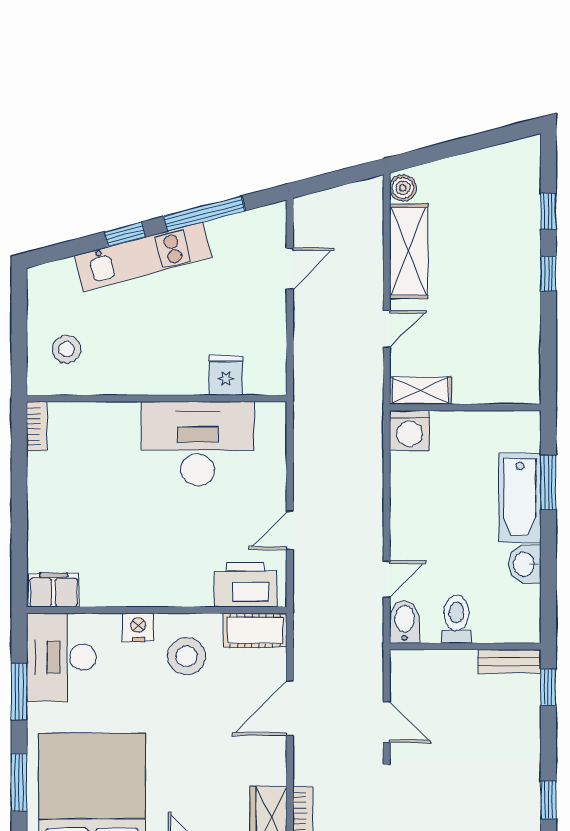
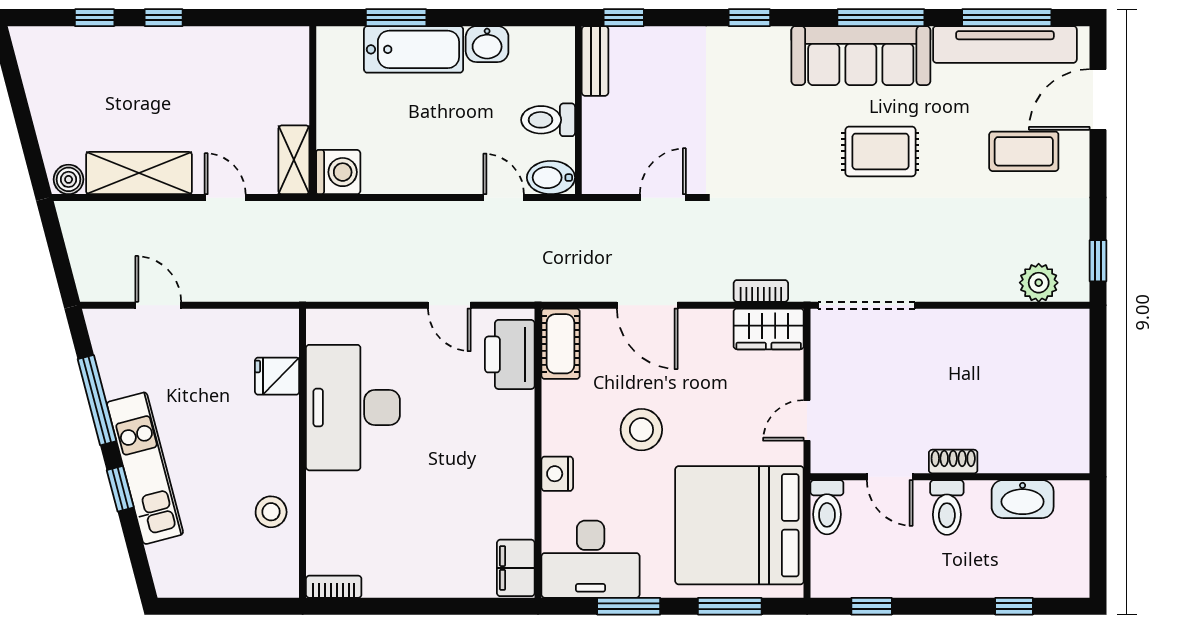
stool: (67, 349) -> (271, 512), moved
stool: (187, 656) -> (641, 430), moved

